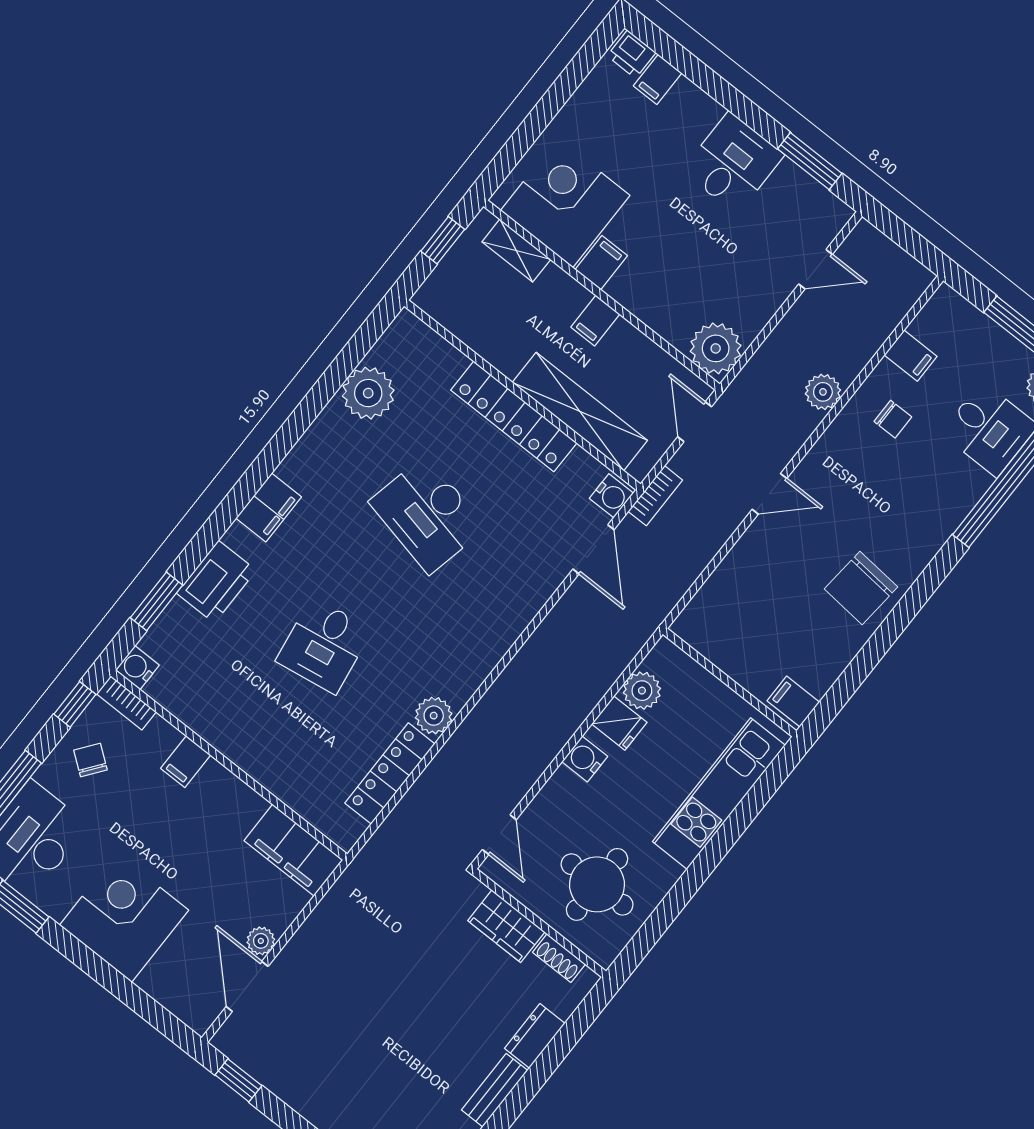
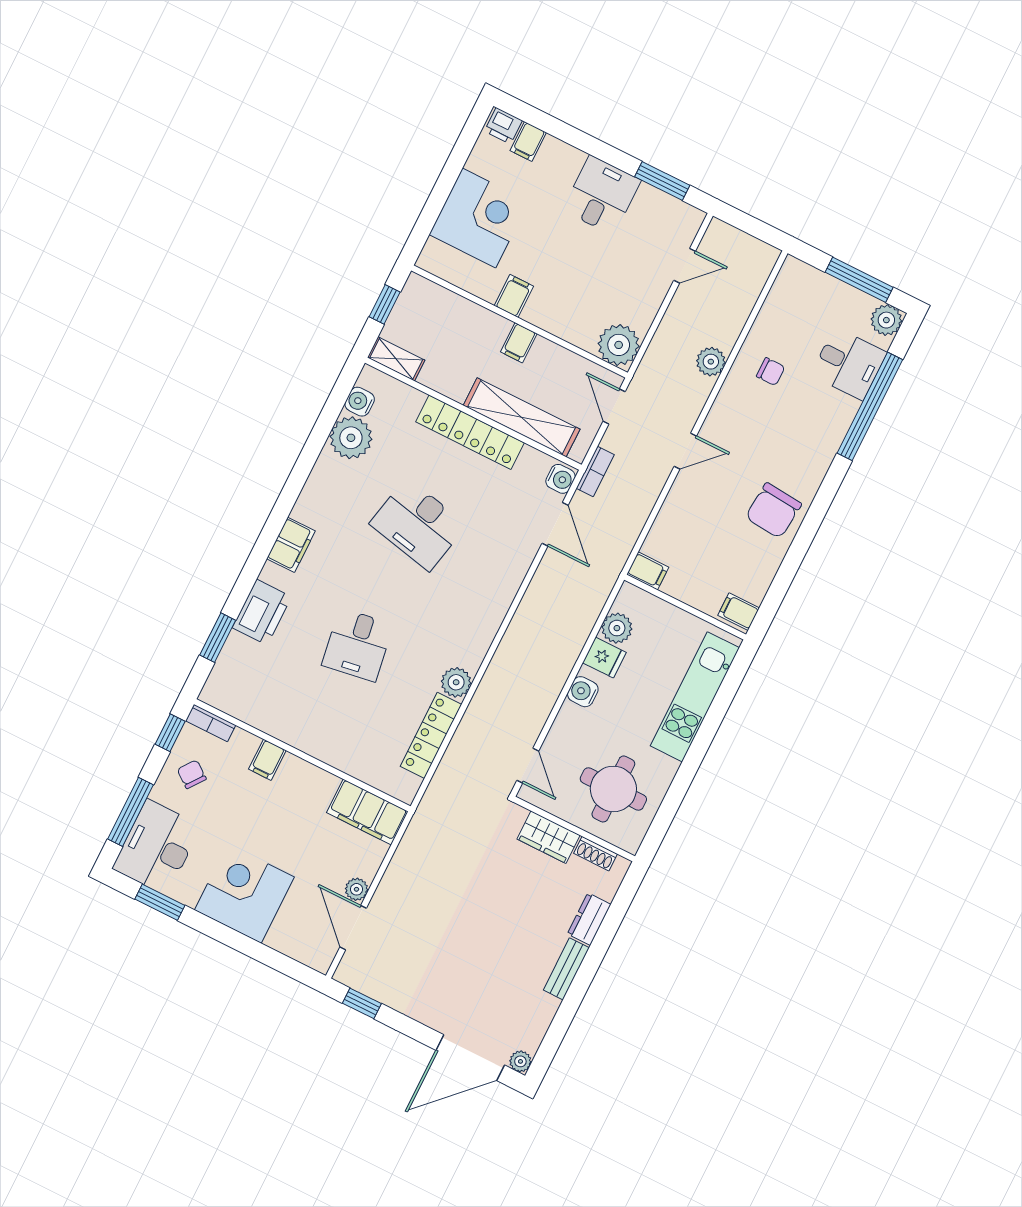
corner desk: (565, 203) -> (479, 218), moved, turned 90
shelving: (516, 251) -> (396, 359), moved
filing cabinet: (911, 356) -> (648, 571), moved
water cooler: (137, 668) -> (360, 402), moved

